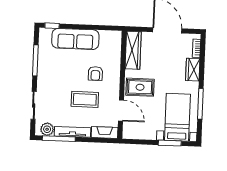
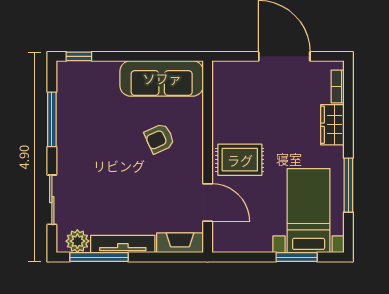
sofa: (75, 39) -> (162, 78), moved
wardrobe: (133, 50) -> (225, 94), removed
armchair: (95, 73) -> (159, 138), turned 66
coffee table: (85, 99) -> (142, 185), removed

